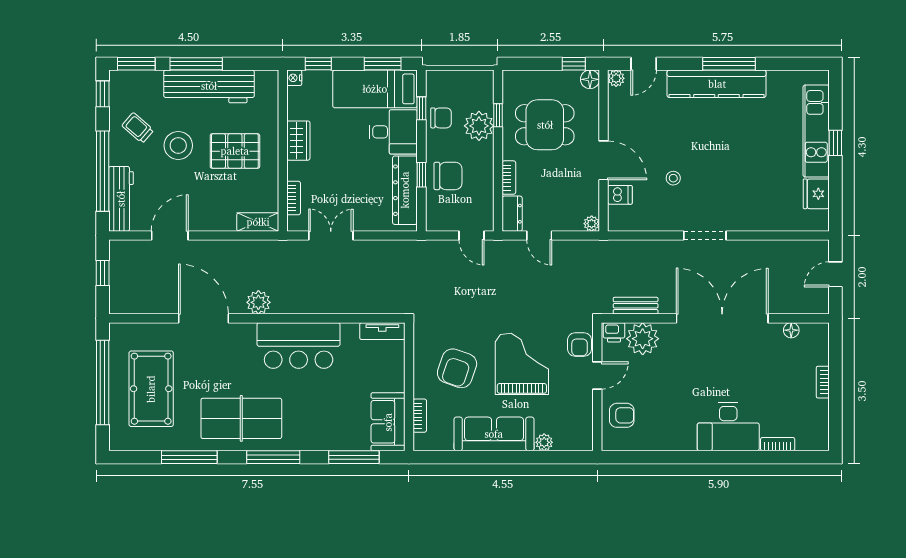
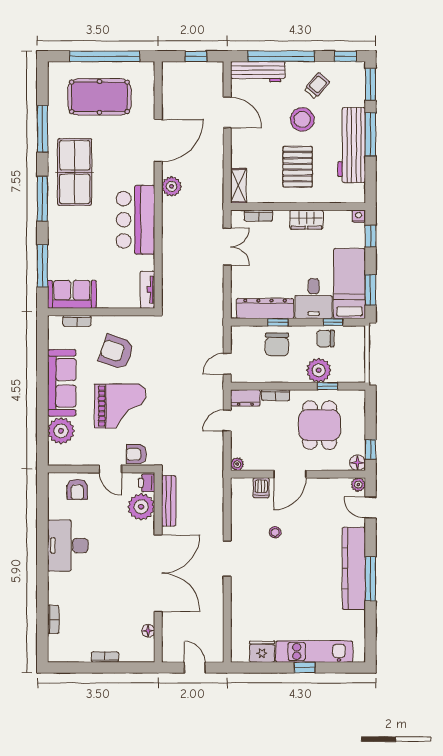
chair: (441, 118) -> (325, 339), turned 90
bench: (636, 306) -> (169, 501), width x1.36
desk: (728, 427) -> (68, 545), moved
plant: (544, 442) -> (61, 431), width x1.87, depth x1.87

